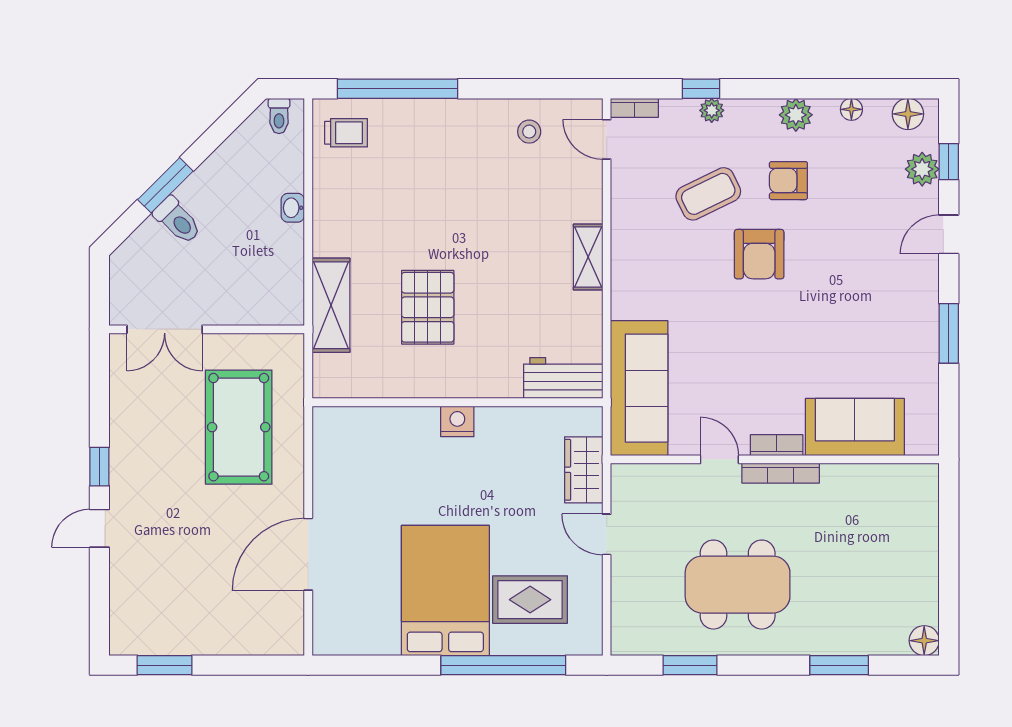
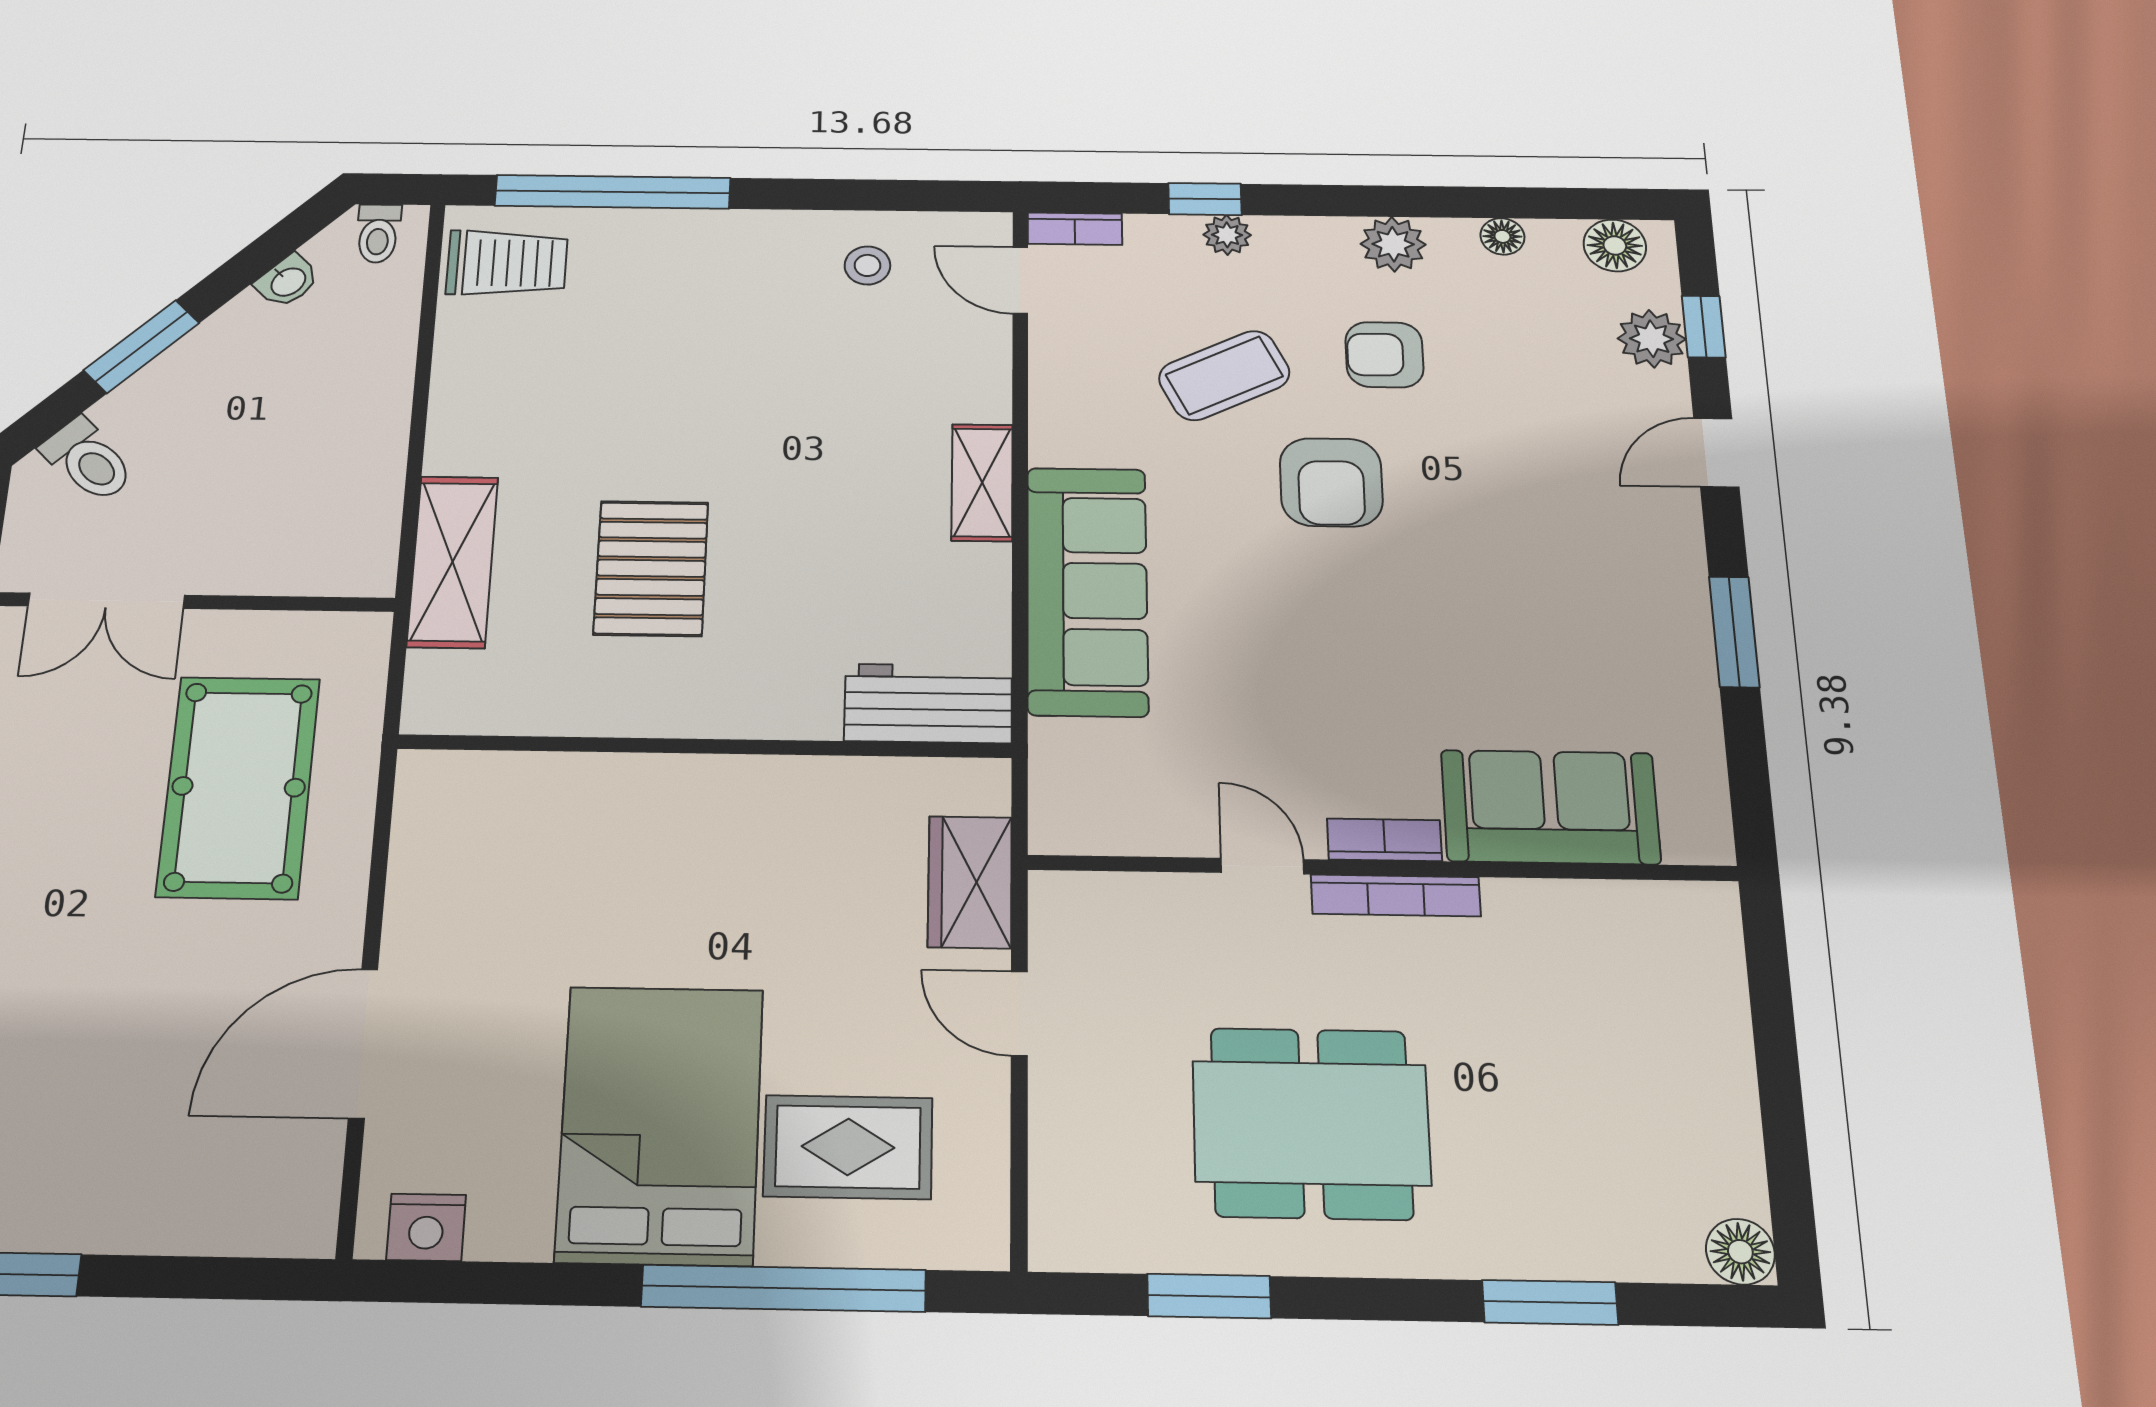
trolley: (346, 133) -> (507, 263), width x1.36, depth x1.39
washbasin: (293, 208) -> (287, 281), moved, turned -135
toilet: (177, 220) -> (88, 460), moved
sofa: (639, 388) -> (1087, 591), moved
nightstand: (457, 421) -> (426, 1227), moved, turned 180

